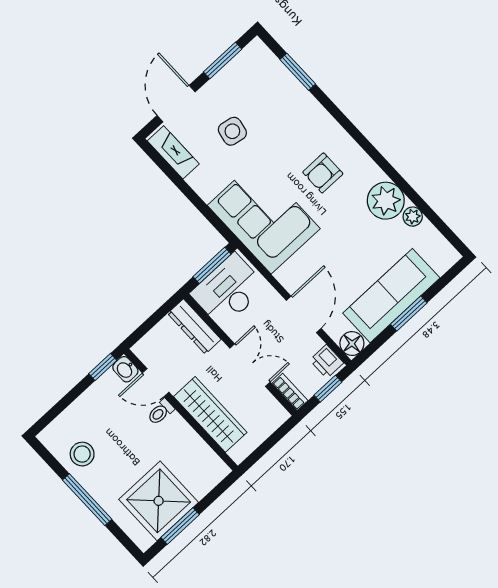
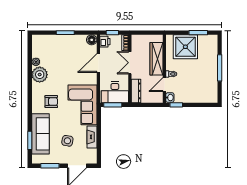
fireplace: (173, 152) -> (92, 137), moved
sofa: (391, 296) -> (40, 134), moved, turned -90
door: (156, 383) -> (164, 85), swing flipped
stool: (82, 454) -> (208, 84), removed
shower: (159, 501) -> (185, 47), moved

